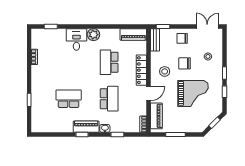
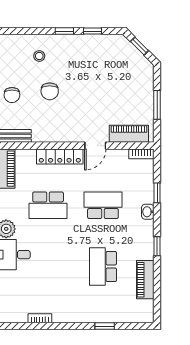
stool: (165, 71) -> (62, 121), removed
grand piano: (193, 93) -> (95, 78), removed
door: (149, 94) -> (95, 146), swing flipped
piano: (86, 127) -> (145, 280), moved

